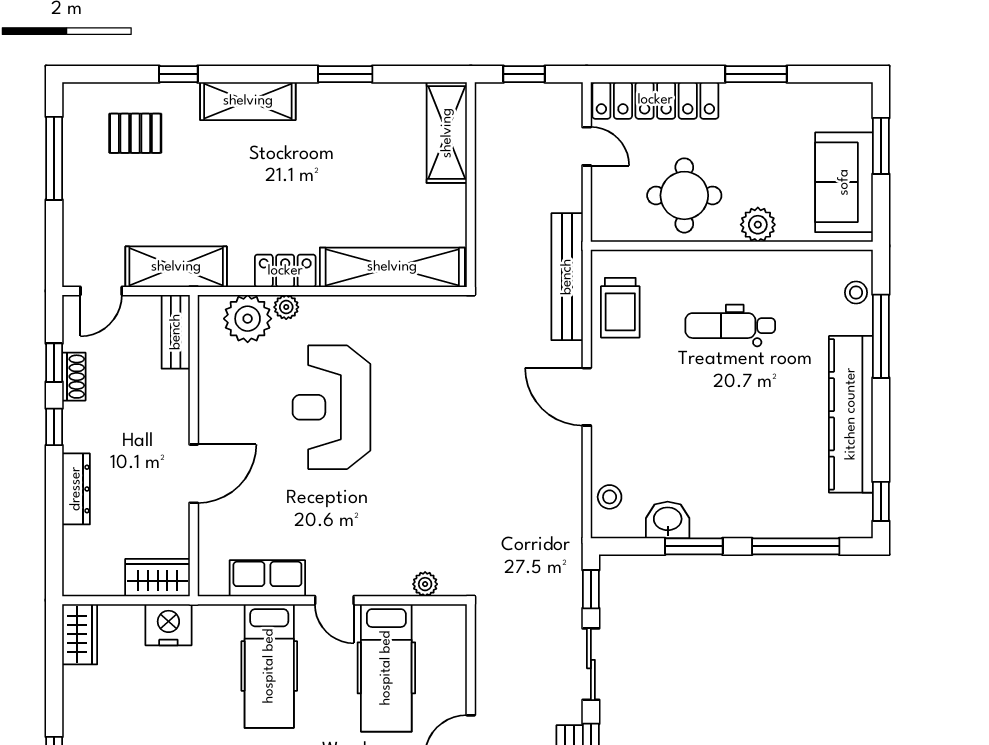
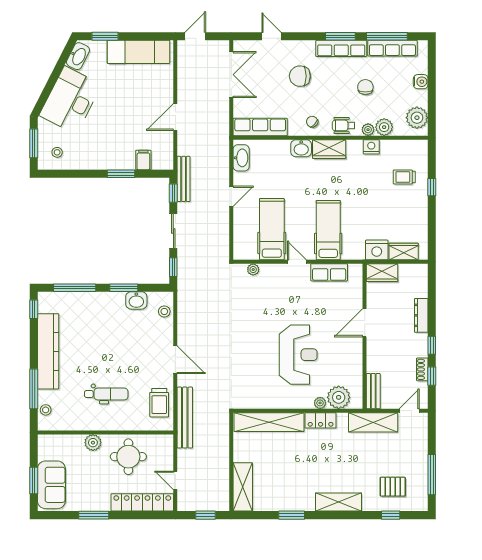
window: (178, 74) -> (391, 515), moved
sofa: (844, 182) -> (51, 485), moved
trolley: (620, 308) -> (159, 403), turned 180
wardrobe: (80, 634) -> (404, 251), moved, turned 90

